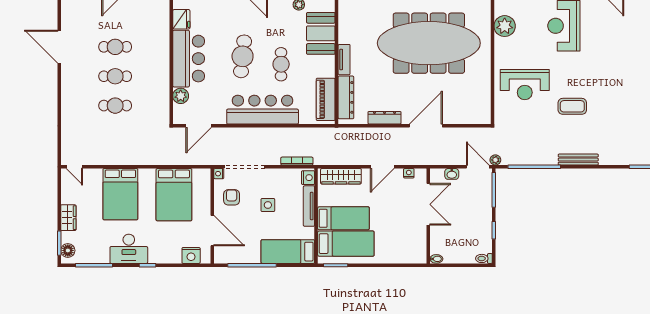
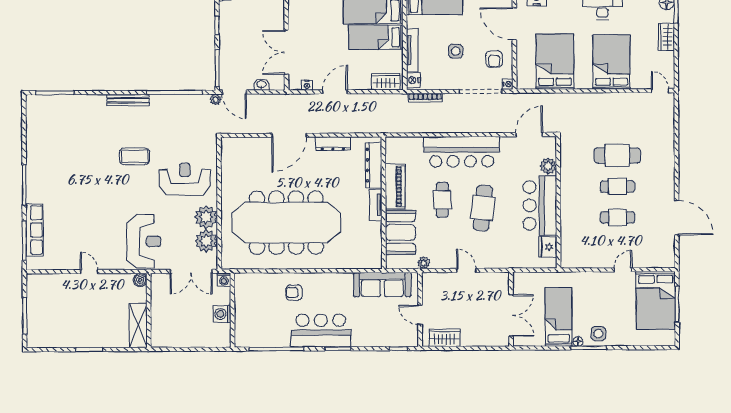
plant: (505, 49) -> (206, 217), added
piano: (326, 99) -> (395, 187), moved
cafe table: (115, 106) -> (617, 155), width x1.37, depth x1.35
wardrobe: (341, 176) -> (386, 82), width x0.67

